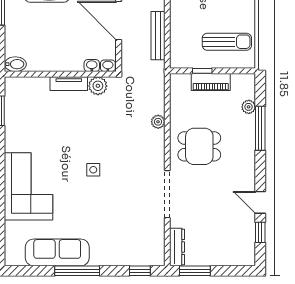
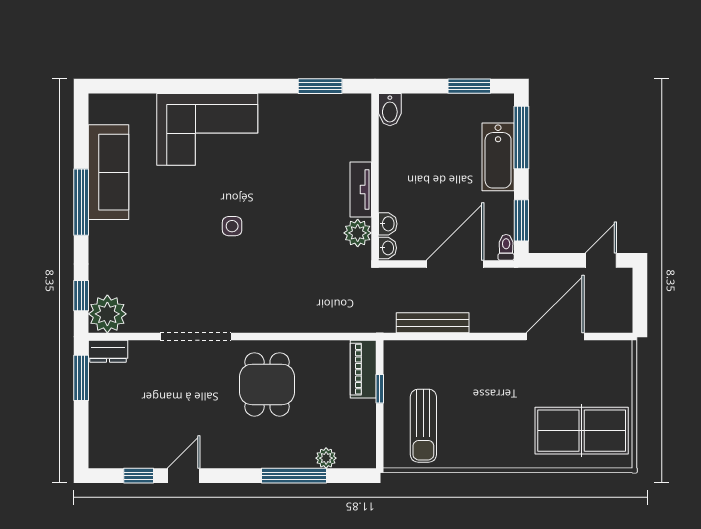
piano: (211, 82) -> (363, 369), moved
plant: (158, 122) -> (107, 314), moved, width x1.88, depth x1.88
dresser: (177, 247) -> (108, 351), width x0.70

